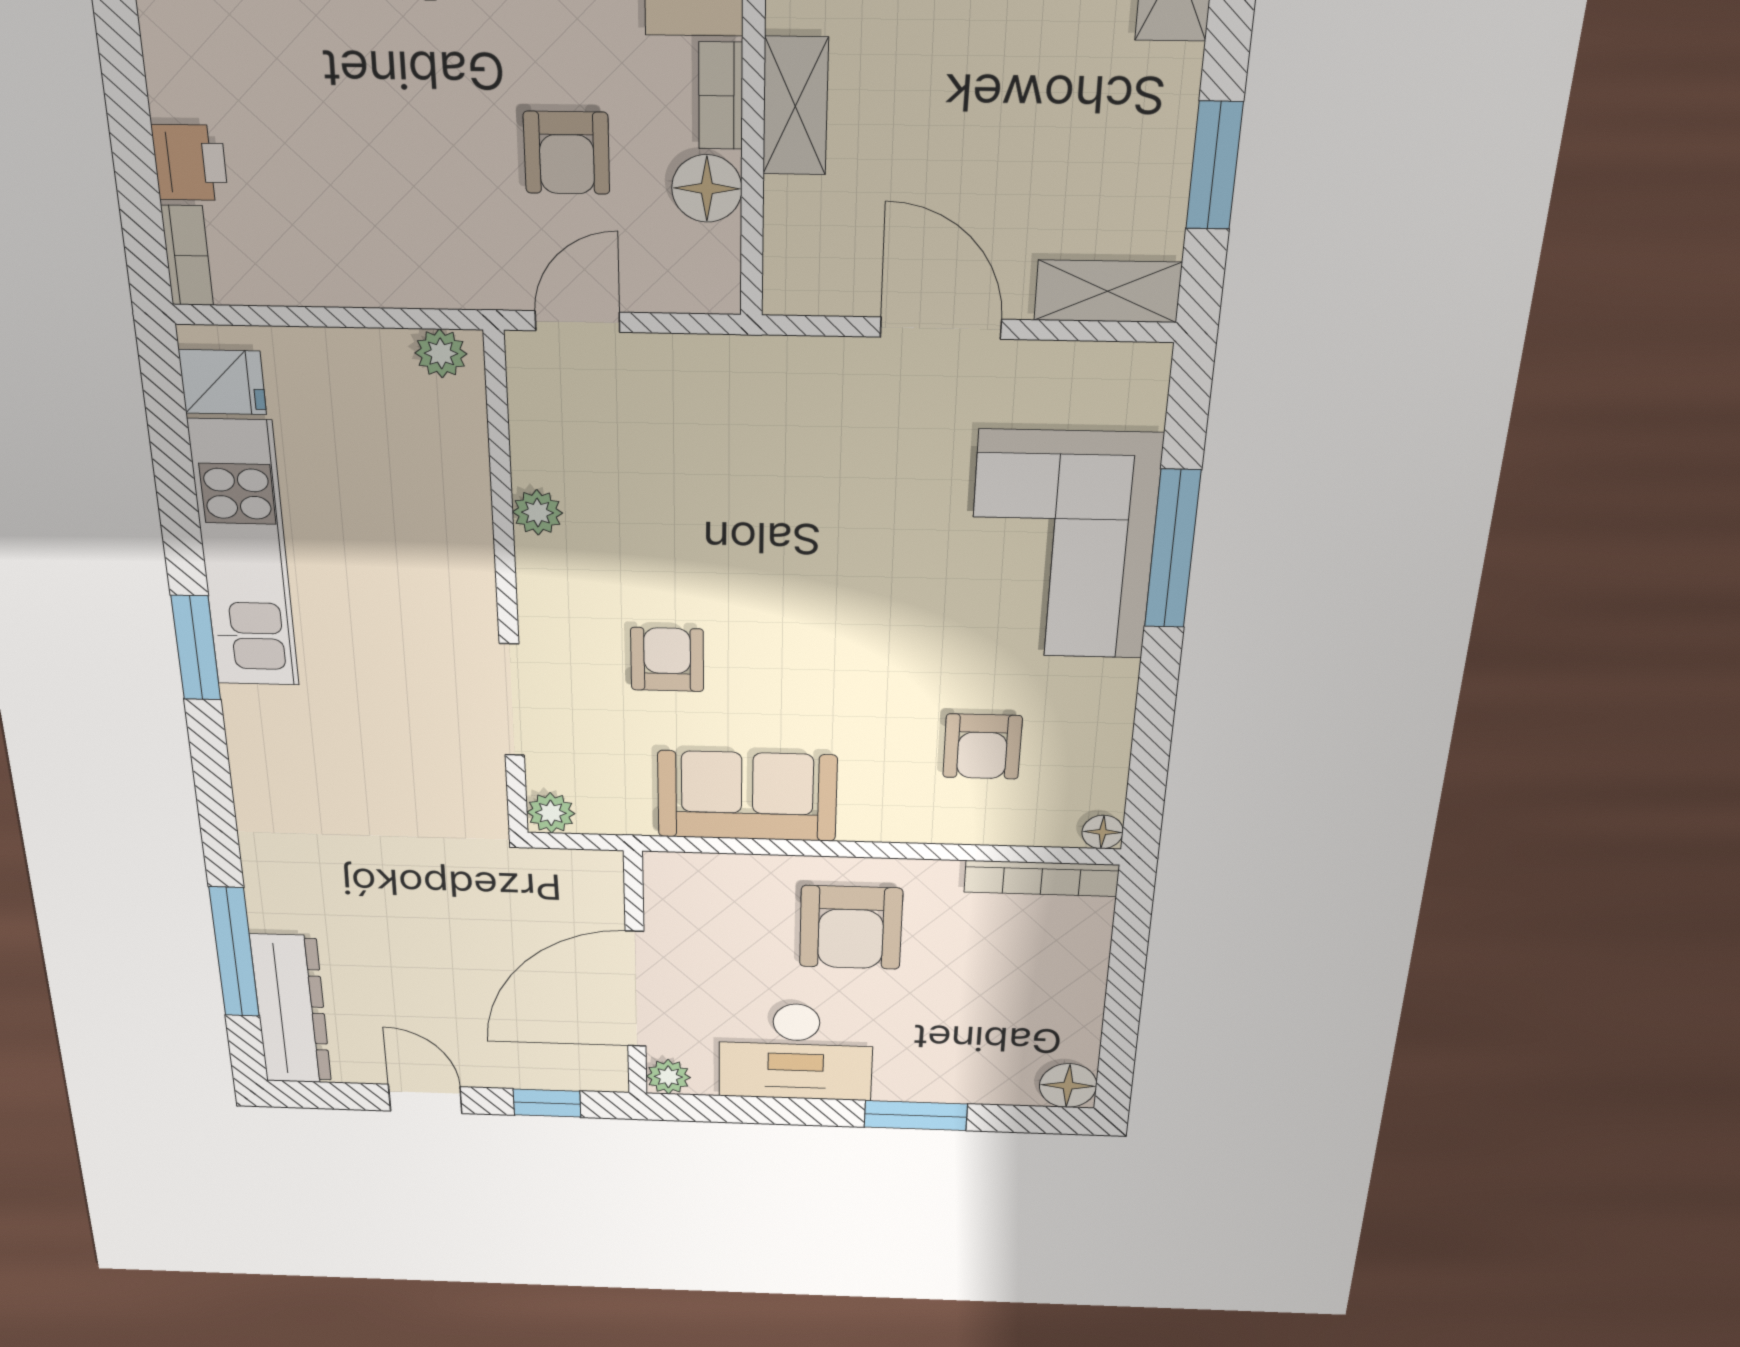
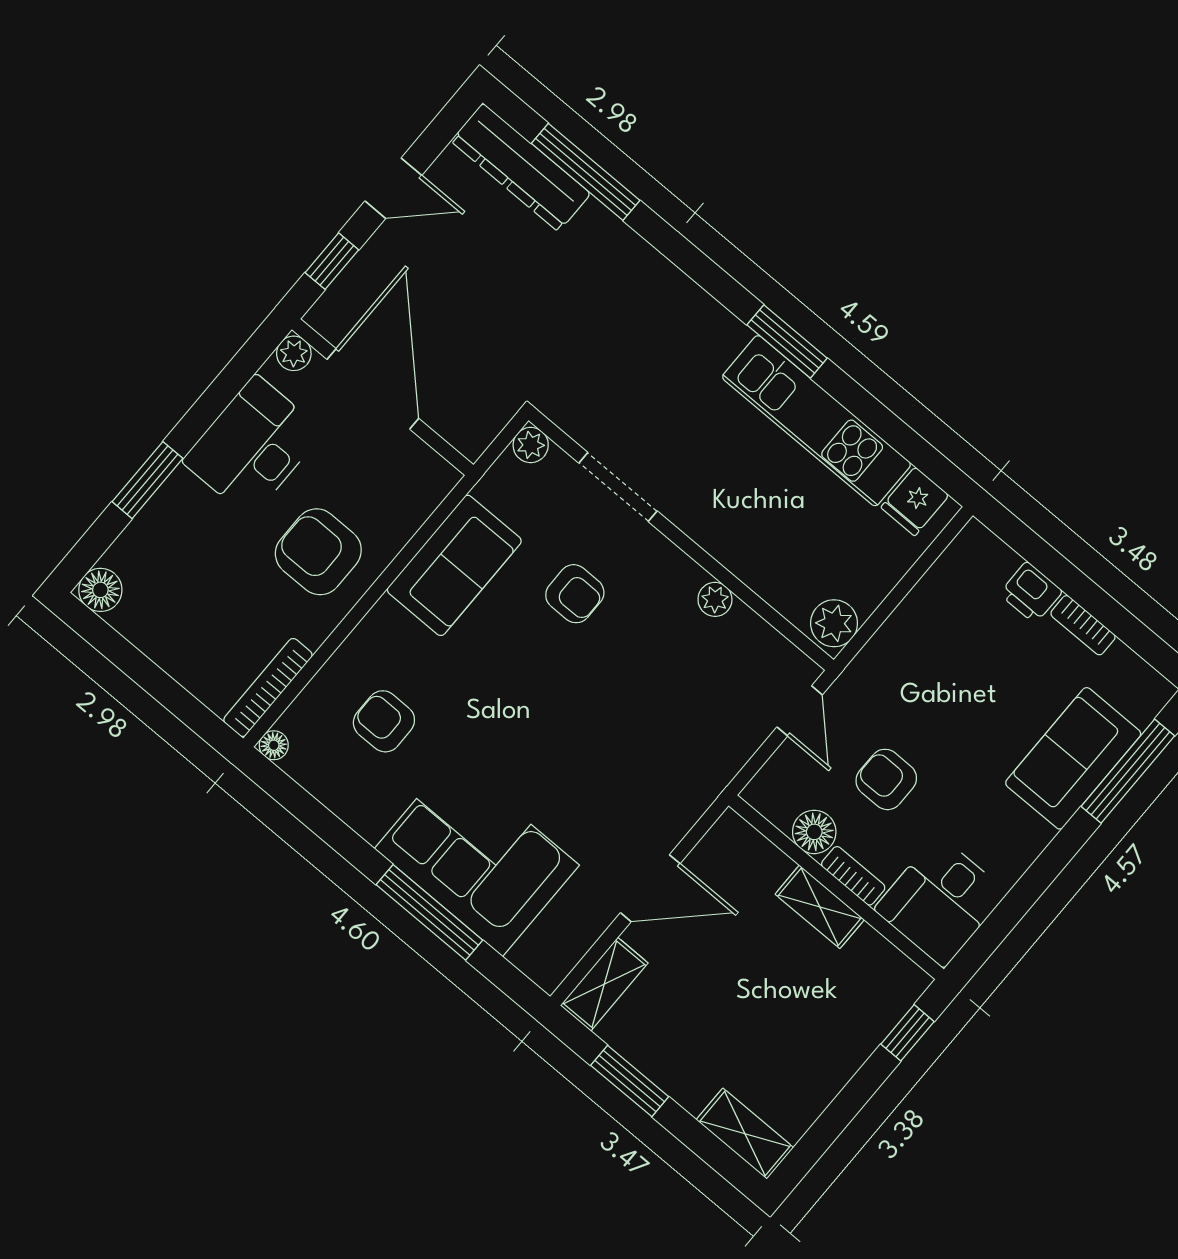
bookcase: (187, 256) -> (1083, 625), moved
plant: (441, 353) -> (834, 623), width x1.38, depth x1.38

